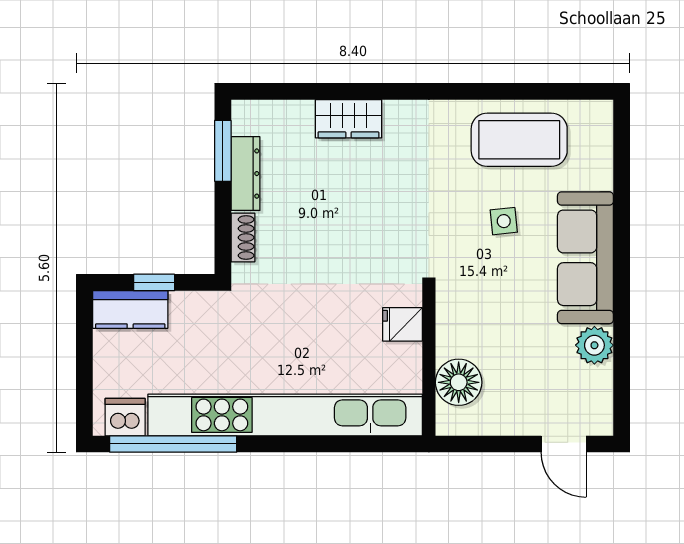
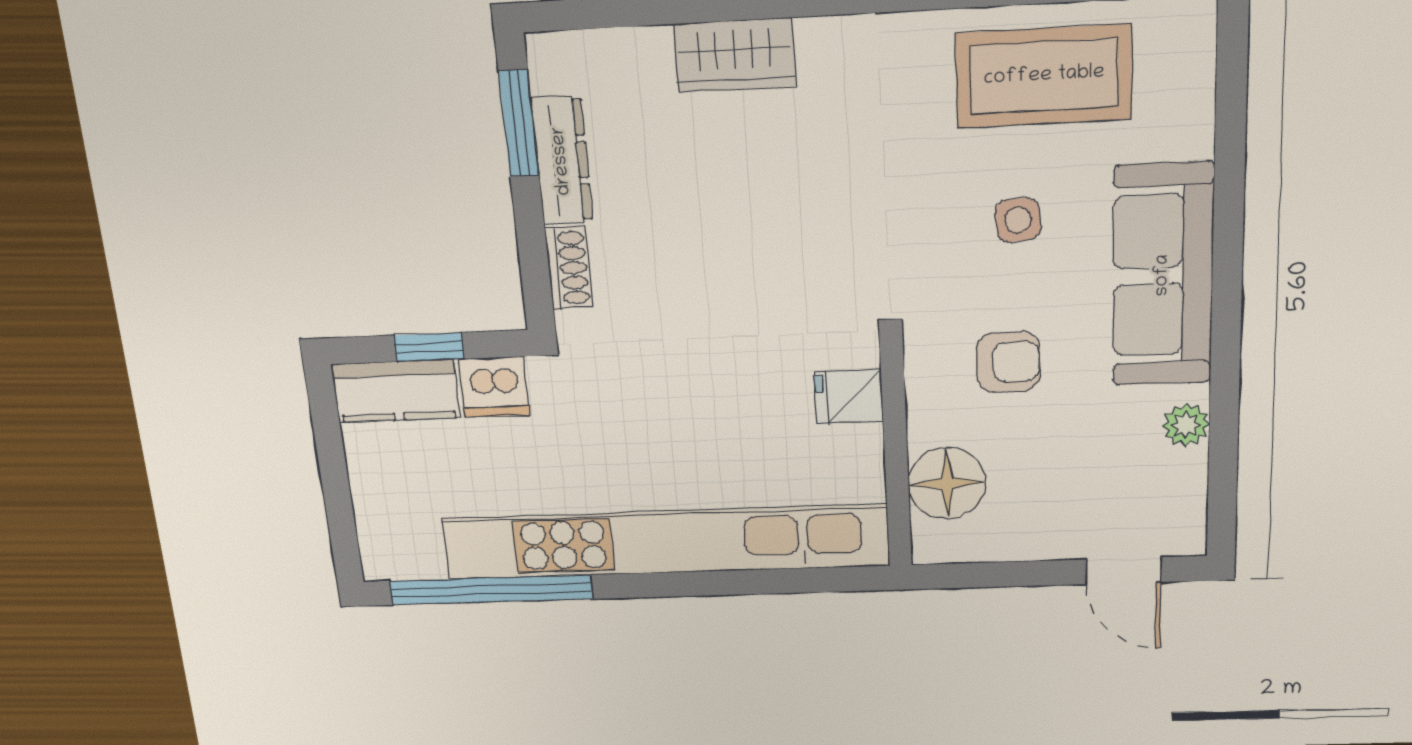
armchair: (497, 307) -> (1008, 362), added
plant: (594, 345) -> (1186, 425), width x0.73, depth x0.73
dishwasher: (125, 417) -> (494, 387), moved, turned 180

